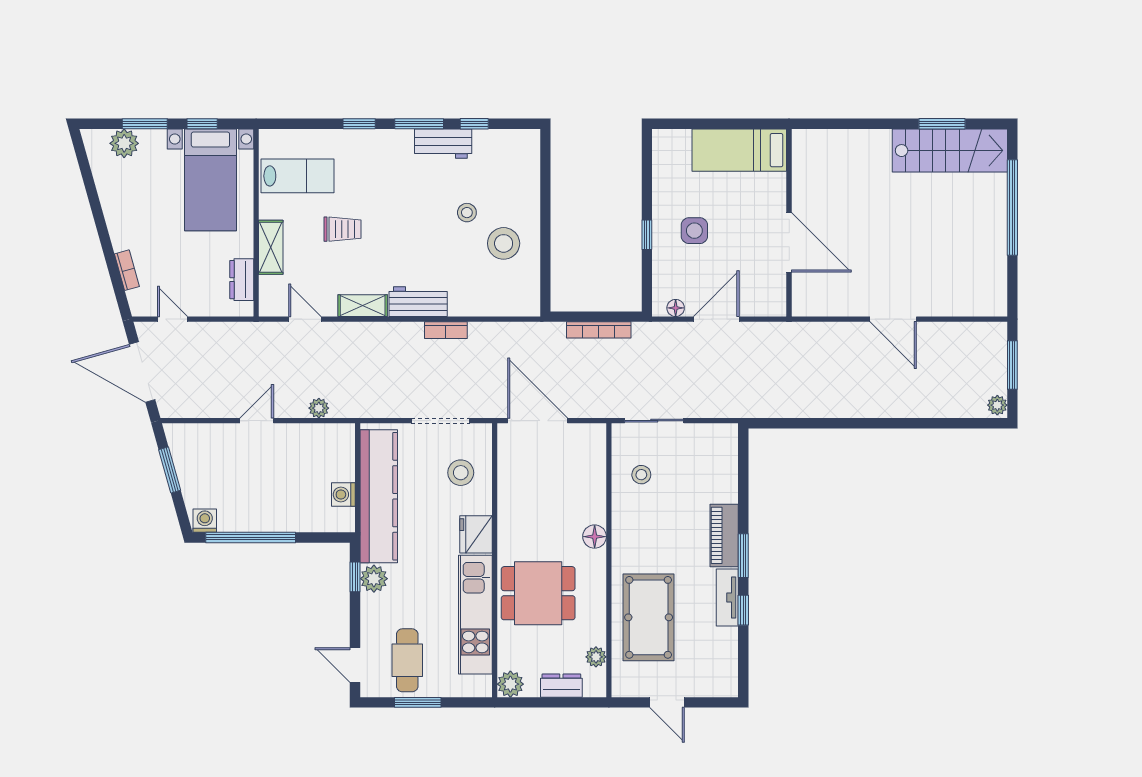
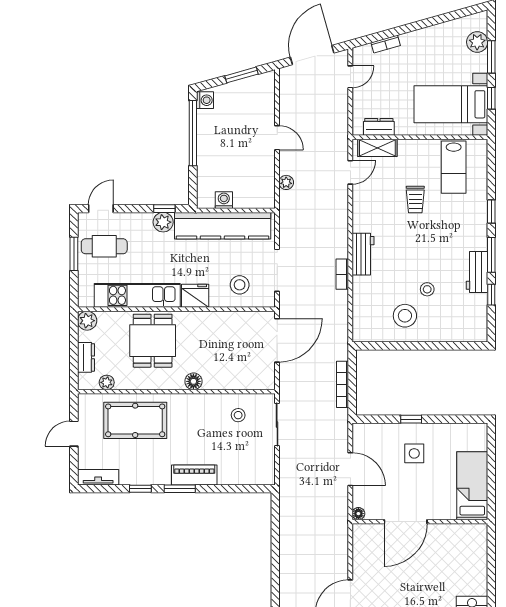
shelving: (271, 247) -> (377, 148), moved
shelving: (363, 306) -> (360, 214), removed
floor lamp: (676, 308) -> (358, 514), moved
tv unit: (727, 597) -> (98, 477), moved

